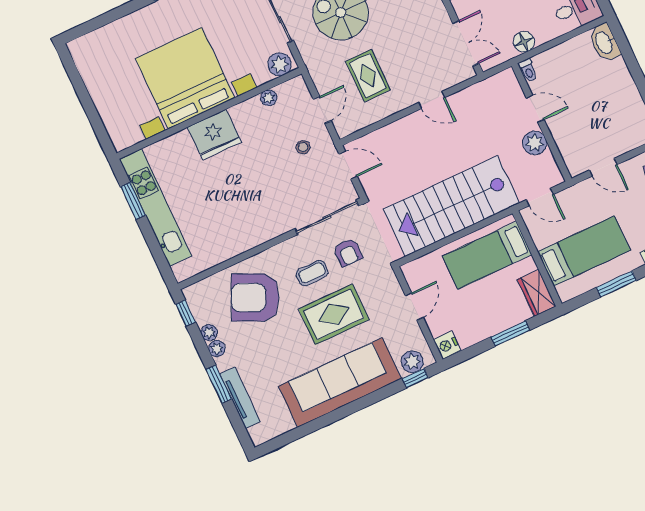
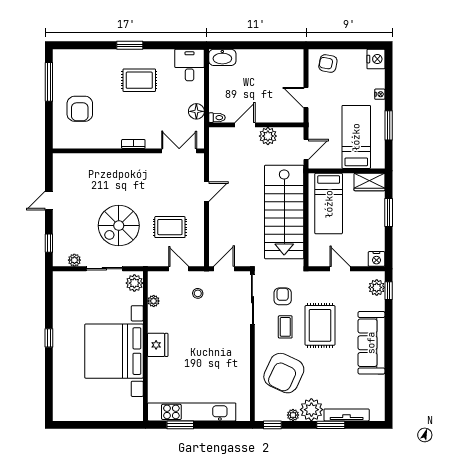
fridge: (214, 134) -> (158, 345), width x0.73, depth x0.75
door: (603, 167) -> (306, 98), swing flipped
armchair: (348, 252) -> (283, 296), turned -90
plant: (217, 349) -> (311, 410), width x1.88, depth x1.88
sofa: (340, 383) -> (371, 343), width x0.74, depth x0.79

